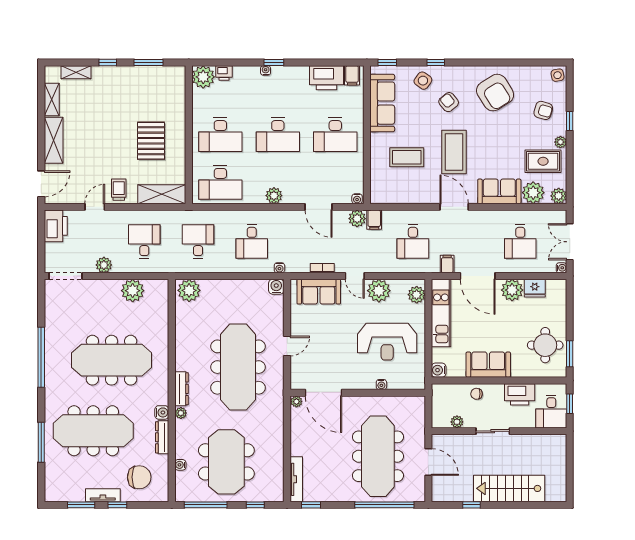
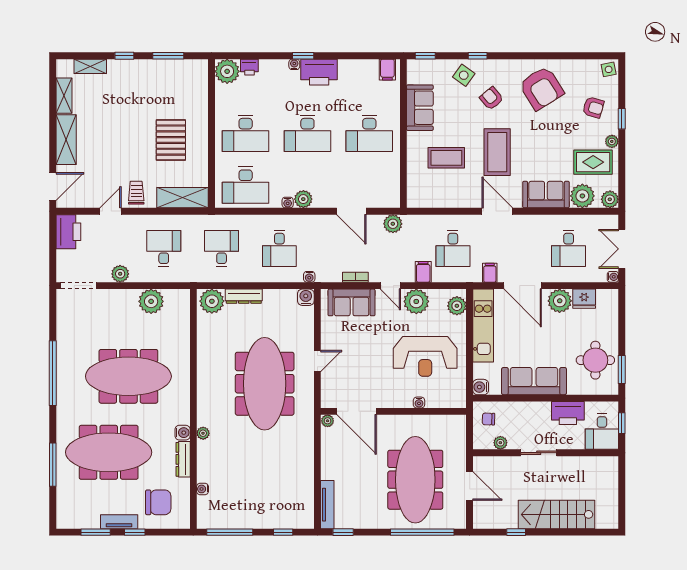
printer: (327, 78) -> (319, 72), moved
sofa: (382, 103) -> (420, 108), width x0.73
water cooler: (357, 199) -> (288, 202), moved
filing cabinet: (374, 220) -> (423, 272), moved, turned 180
sofa: (488, 365) -> (534, 381), width x1.36
dresser: (182, 389) -> (244, 296), moved, turned 90
chair: (477, 394) -> (488, 419), moved
meeting table: (226, 462) -> (252, 486), removed

